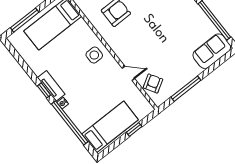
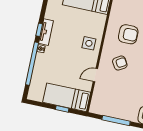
door: (128, 73) -> (95, 75), swing flipped
armchair: (153, 83) -> (120, 63), moved
bed: (110, 127) -> (67, 97), moved, turned 180

